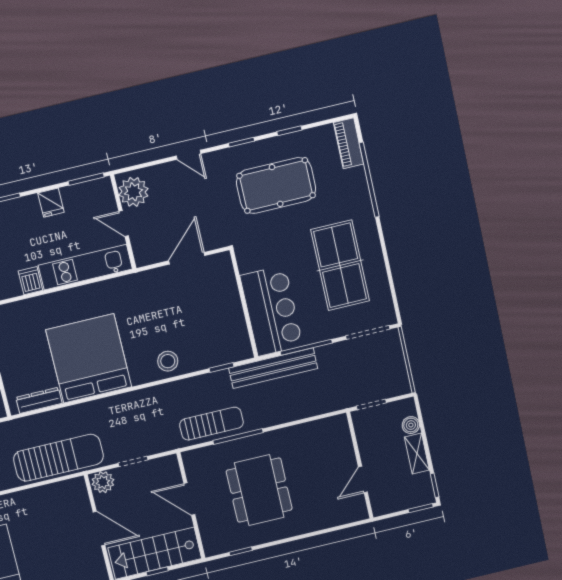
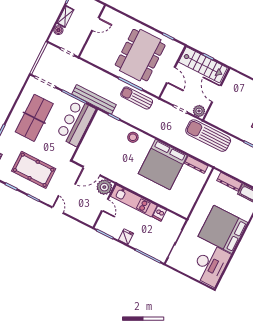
plant: (134, 192) -> (104, 187), moved
dining table: (259, 490) -> (140, 55), width x1.36, depth x1.24

